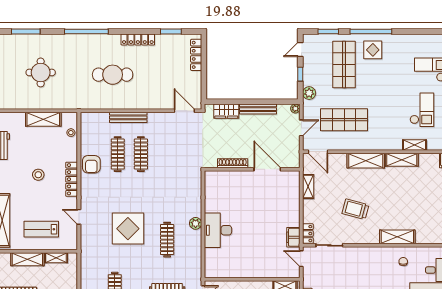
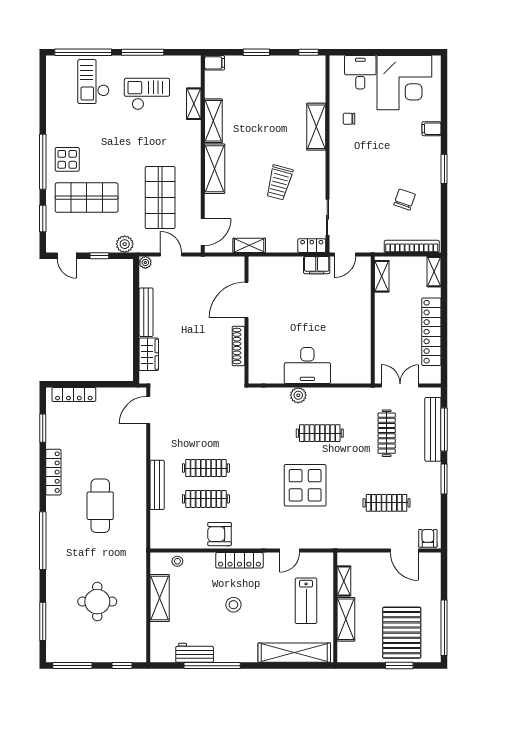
shoe rack: (233, 163) -> (238, 346), moved
armchair: (91, 164) -> (219, 534), turned 180
wall: (252, 169) -> (246, 320), moved
door: (267, 169) -> (246, 300), moved

